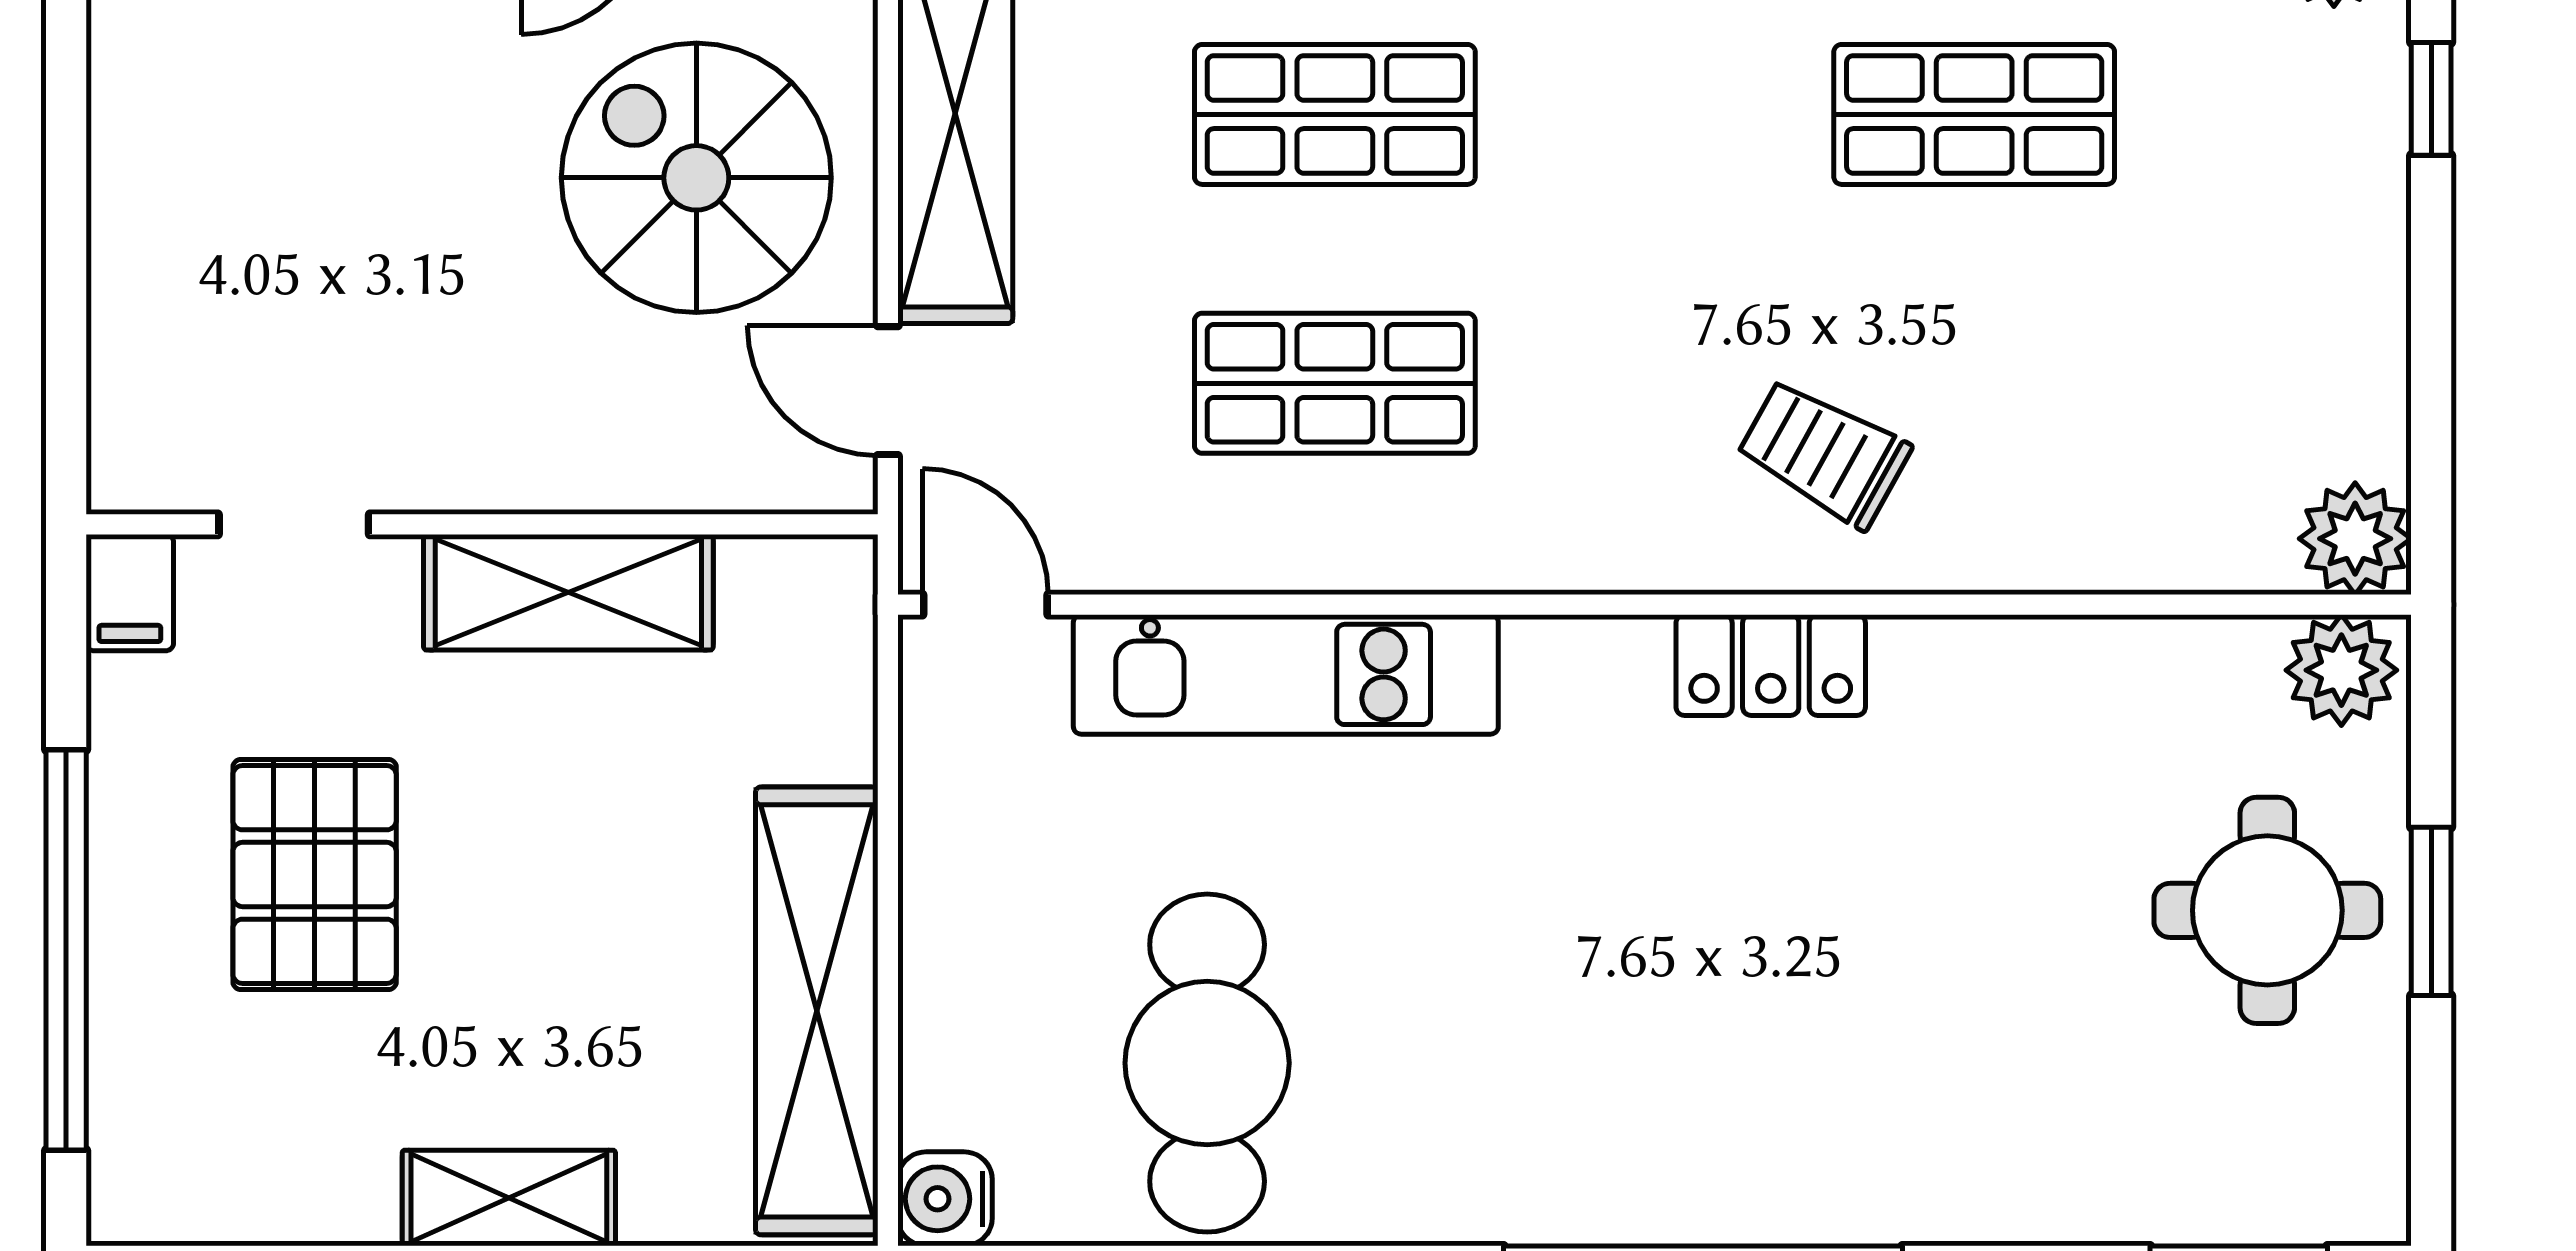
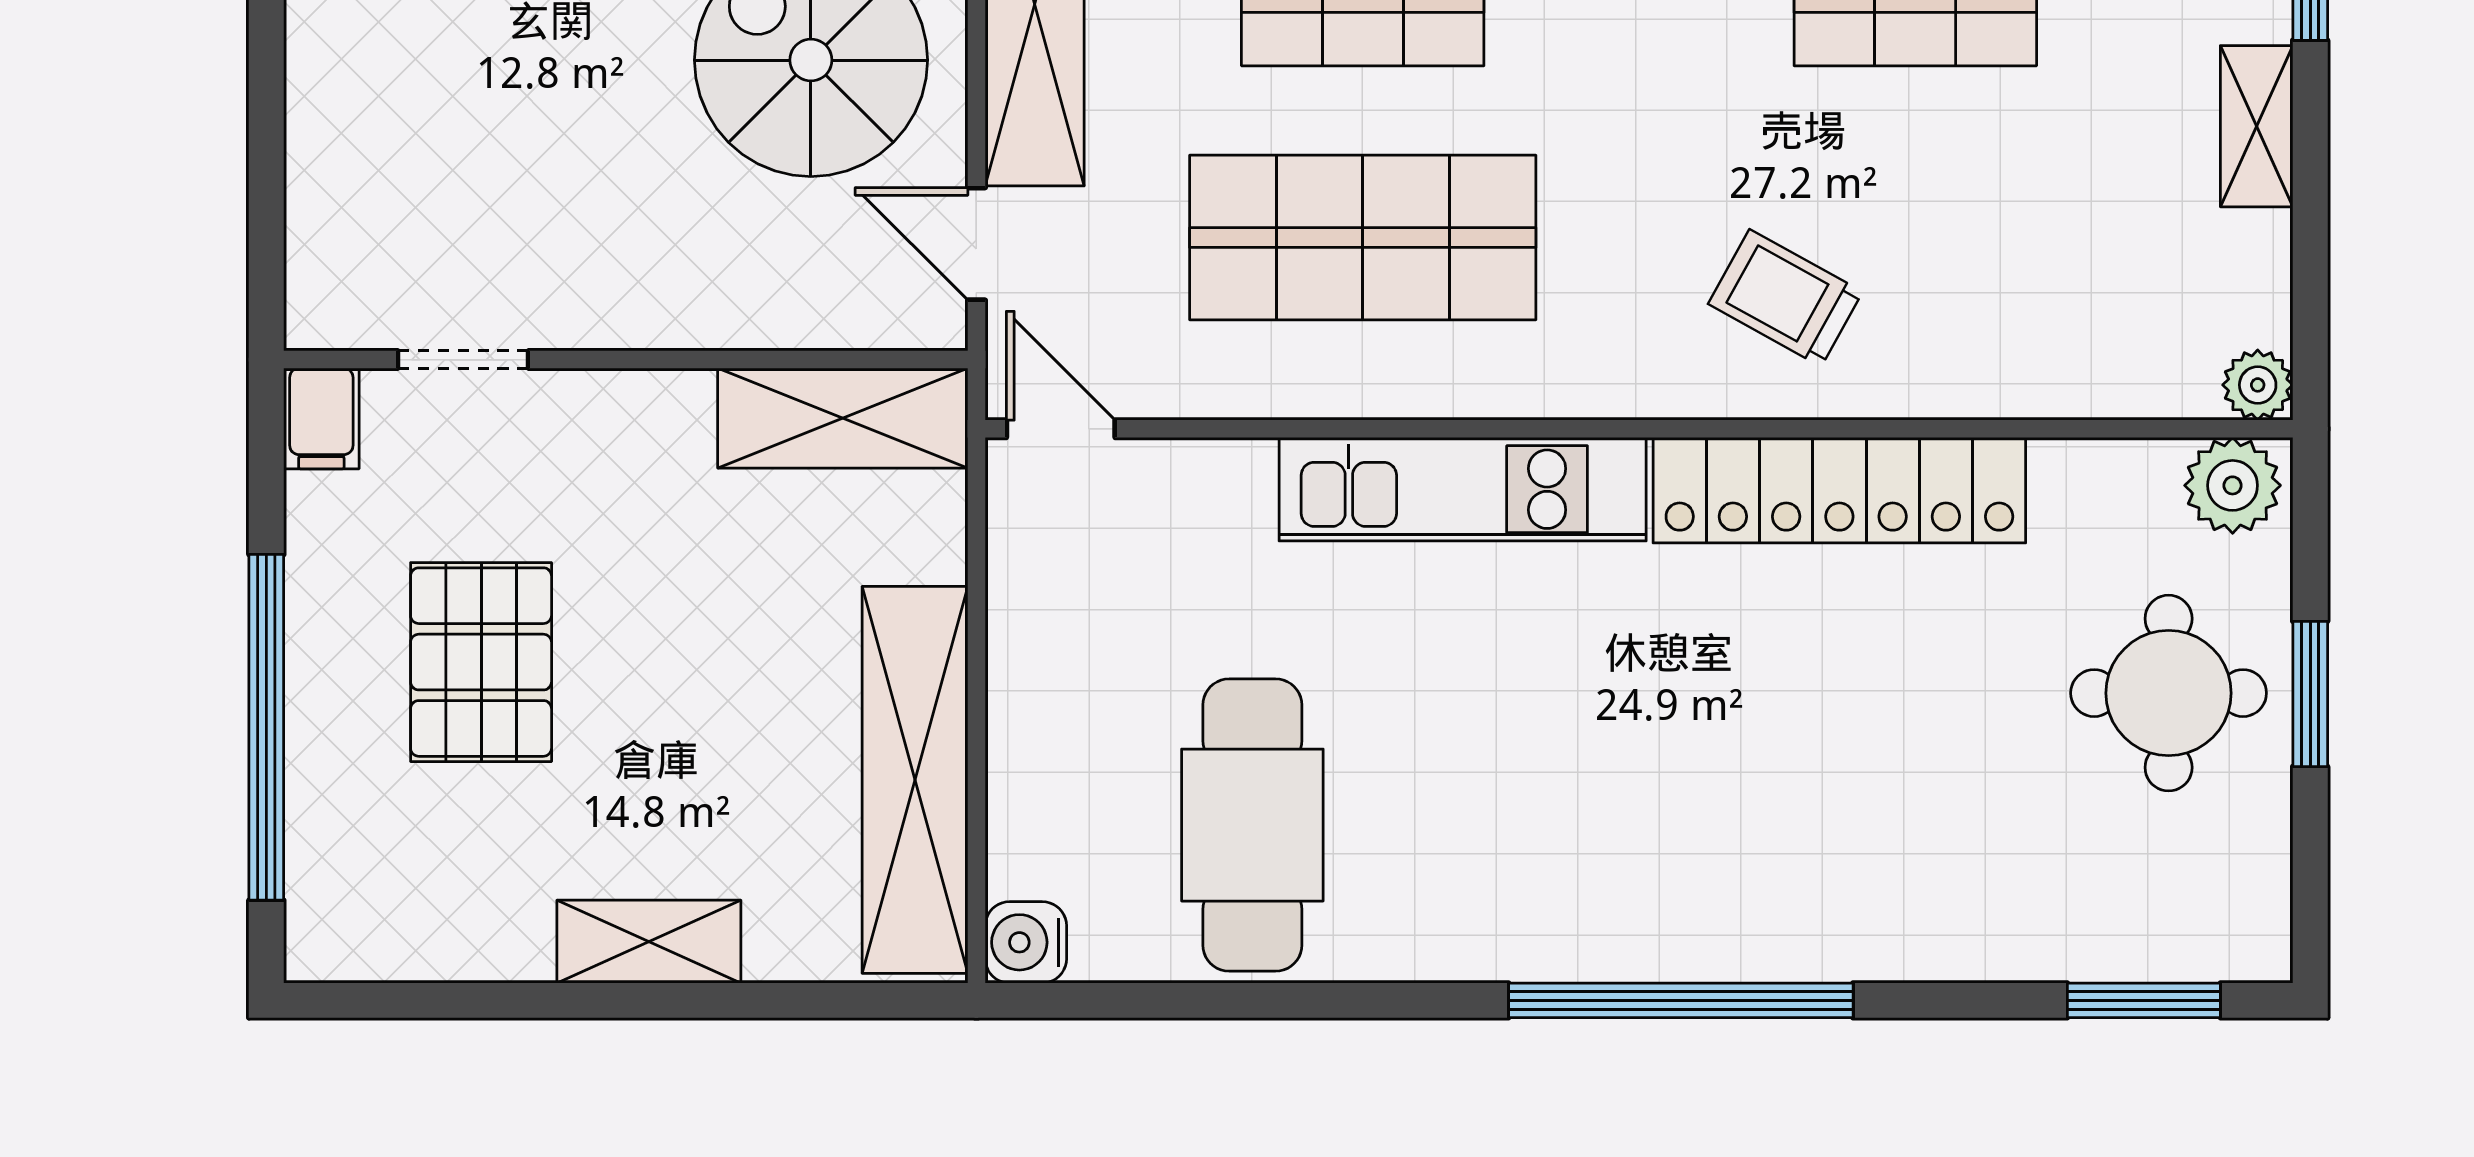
shelving: (2369, 254) -> (2257, 126), added
shop shelf: (1335, 383) -> (1363, 238), width x1.43, depth x1.36
plant: (2355, 539) -> (2258, 385), width x0.73, depth x0.73
shelving: (568, 592) -> (843, 418), moved
locker: (1771, 665) -> (1839, 490), width x2.16, depth x1.21
kitchen unit: (1286, 674) -> (1463, 489), moved

